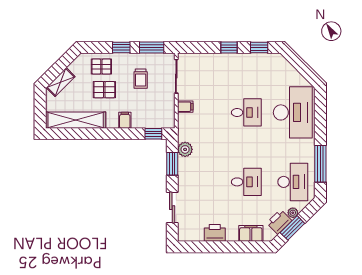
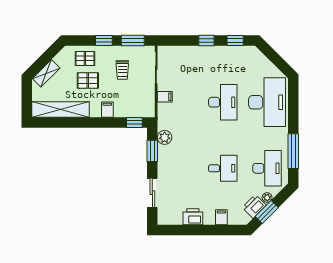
desk: (246, 112) -> (223, 102), width x1.37
filing cabinet: (251, 233) -> (221, 217), width x0.50

